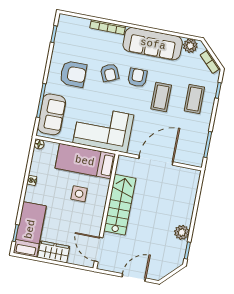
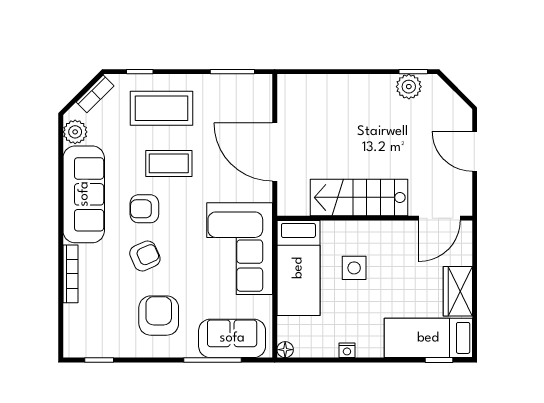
coffee table: (194, 99) -> (162, 108), width x1.36, depth x1.32
plant: (182, 232) -> (409, 87), moved

